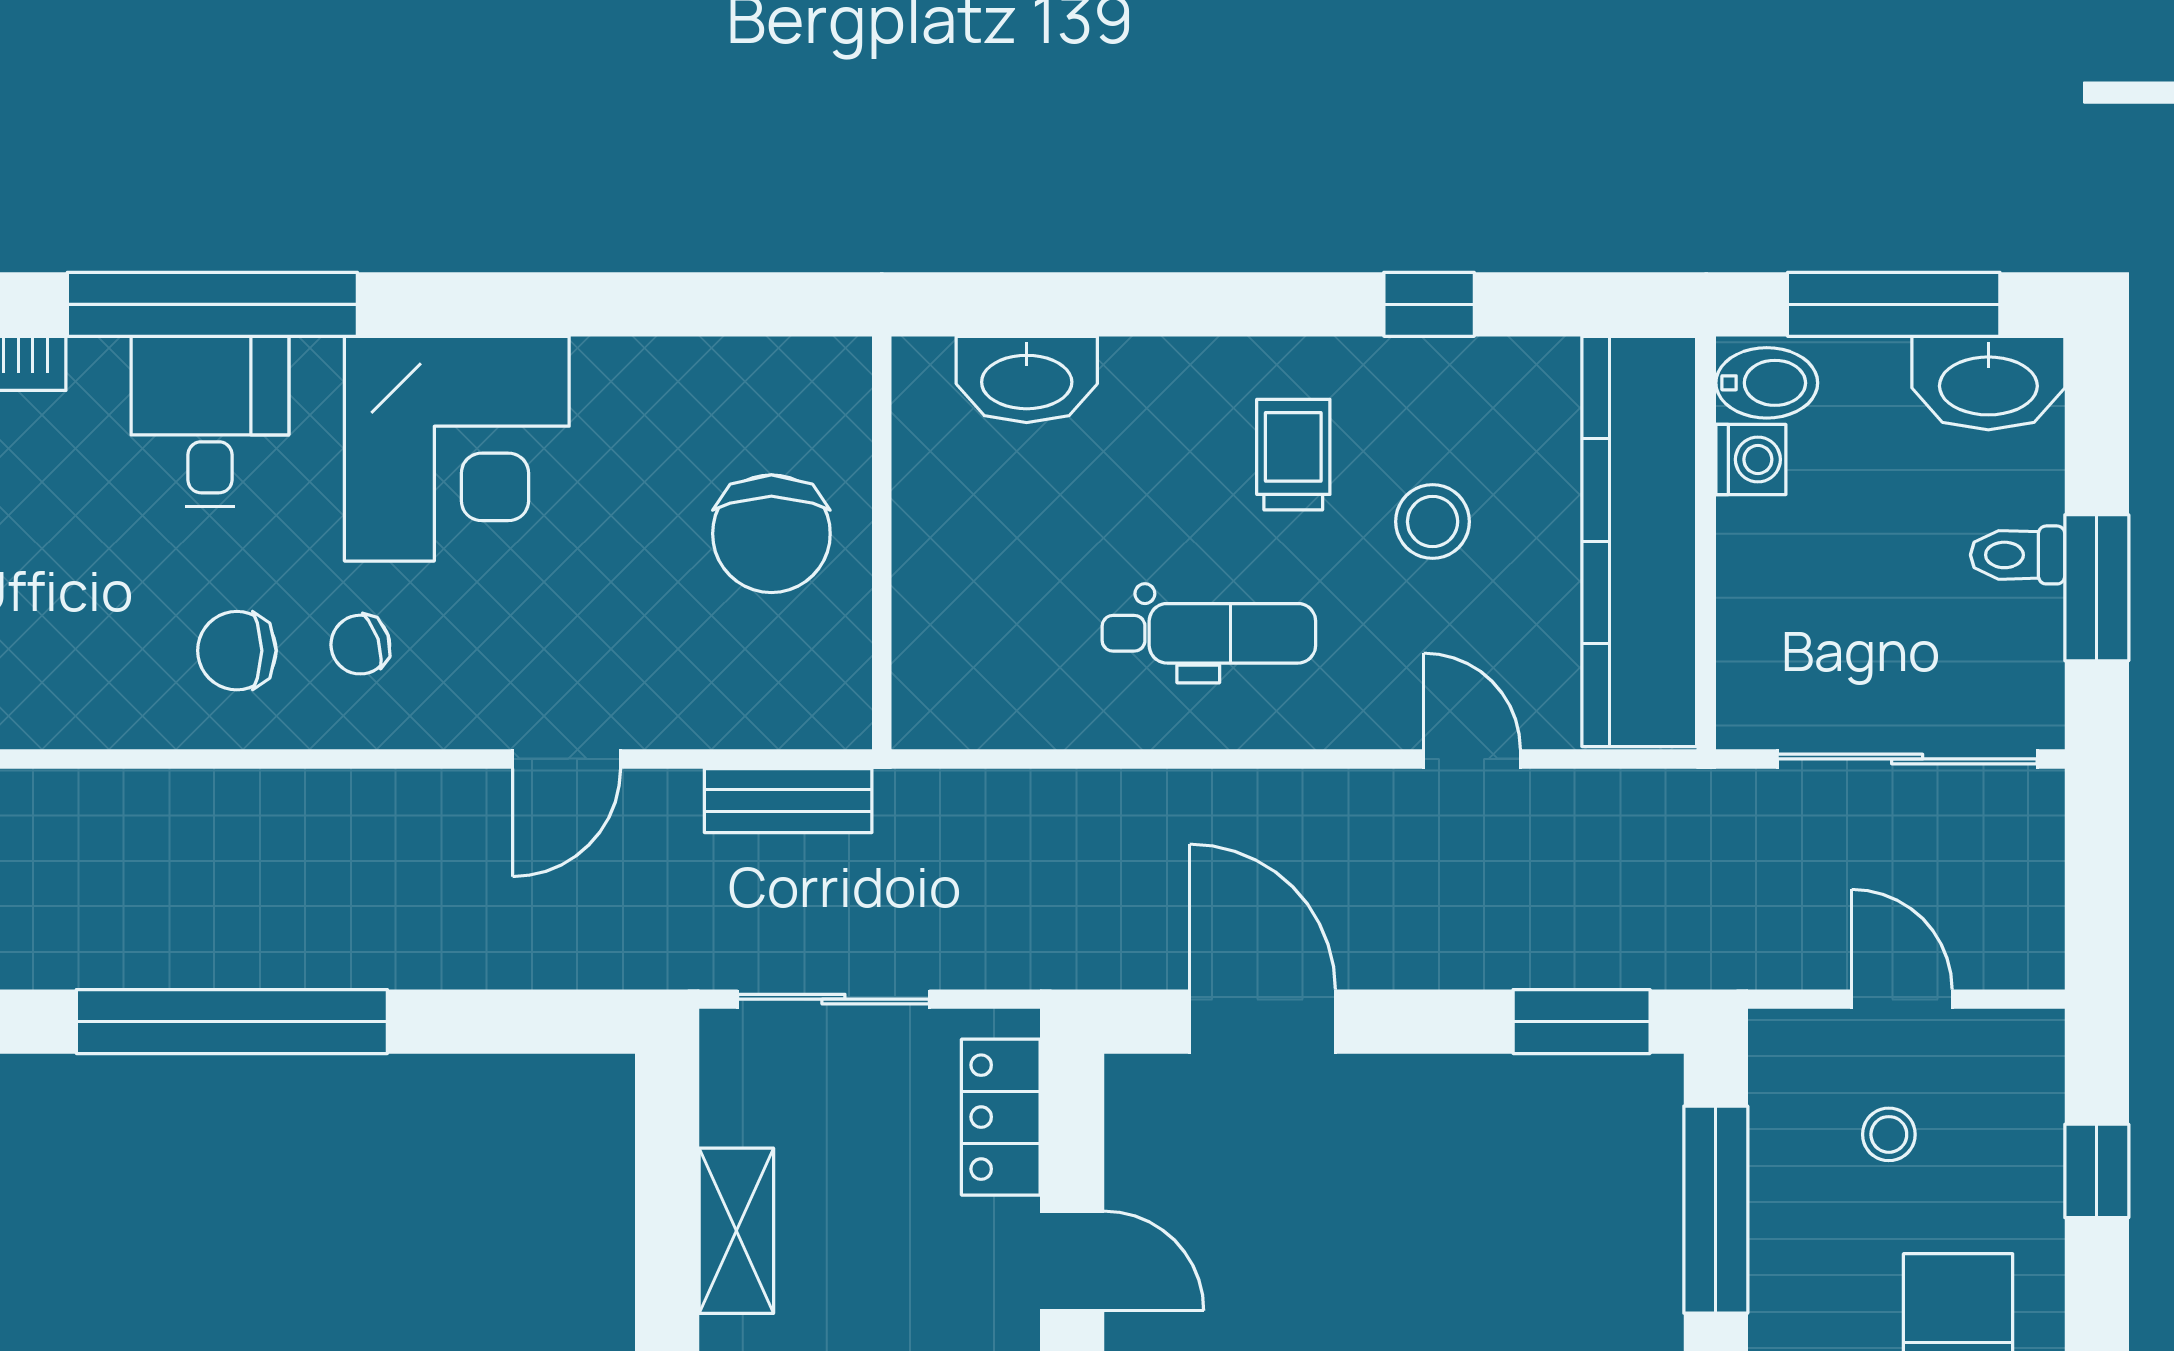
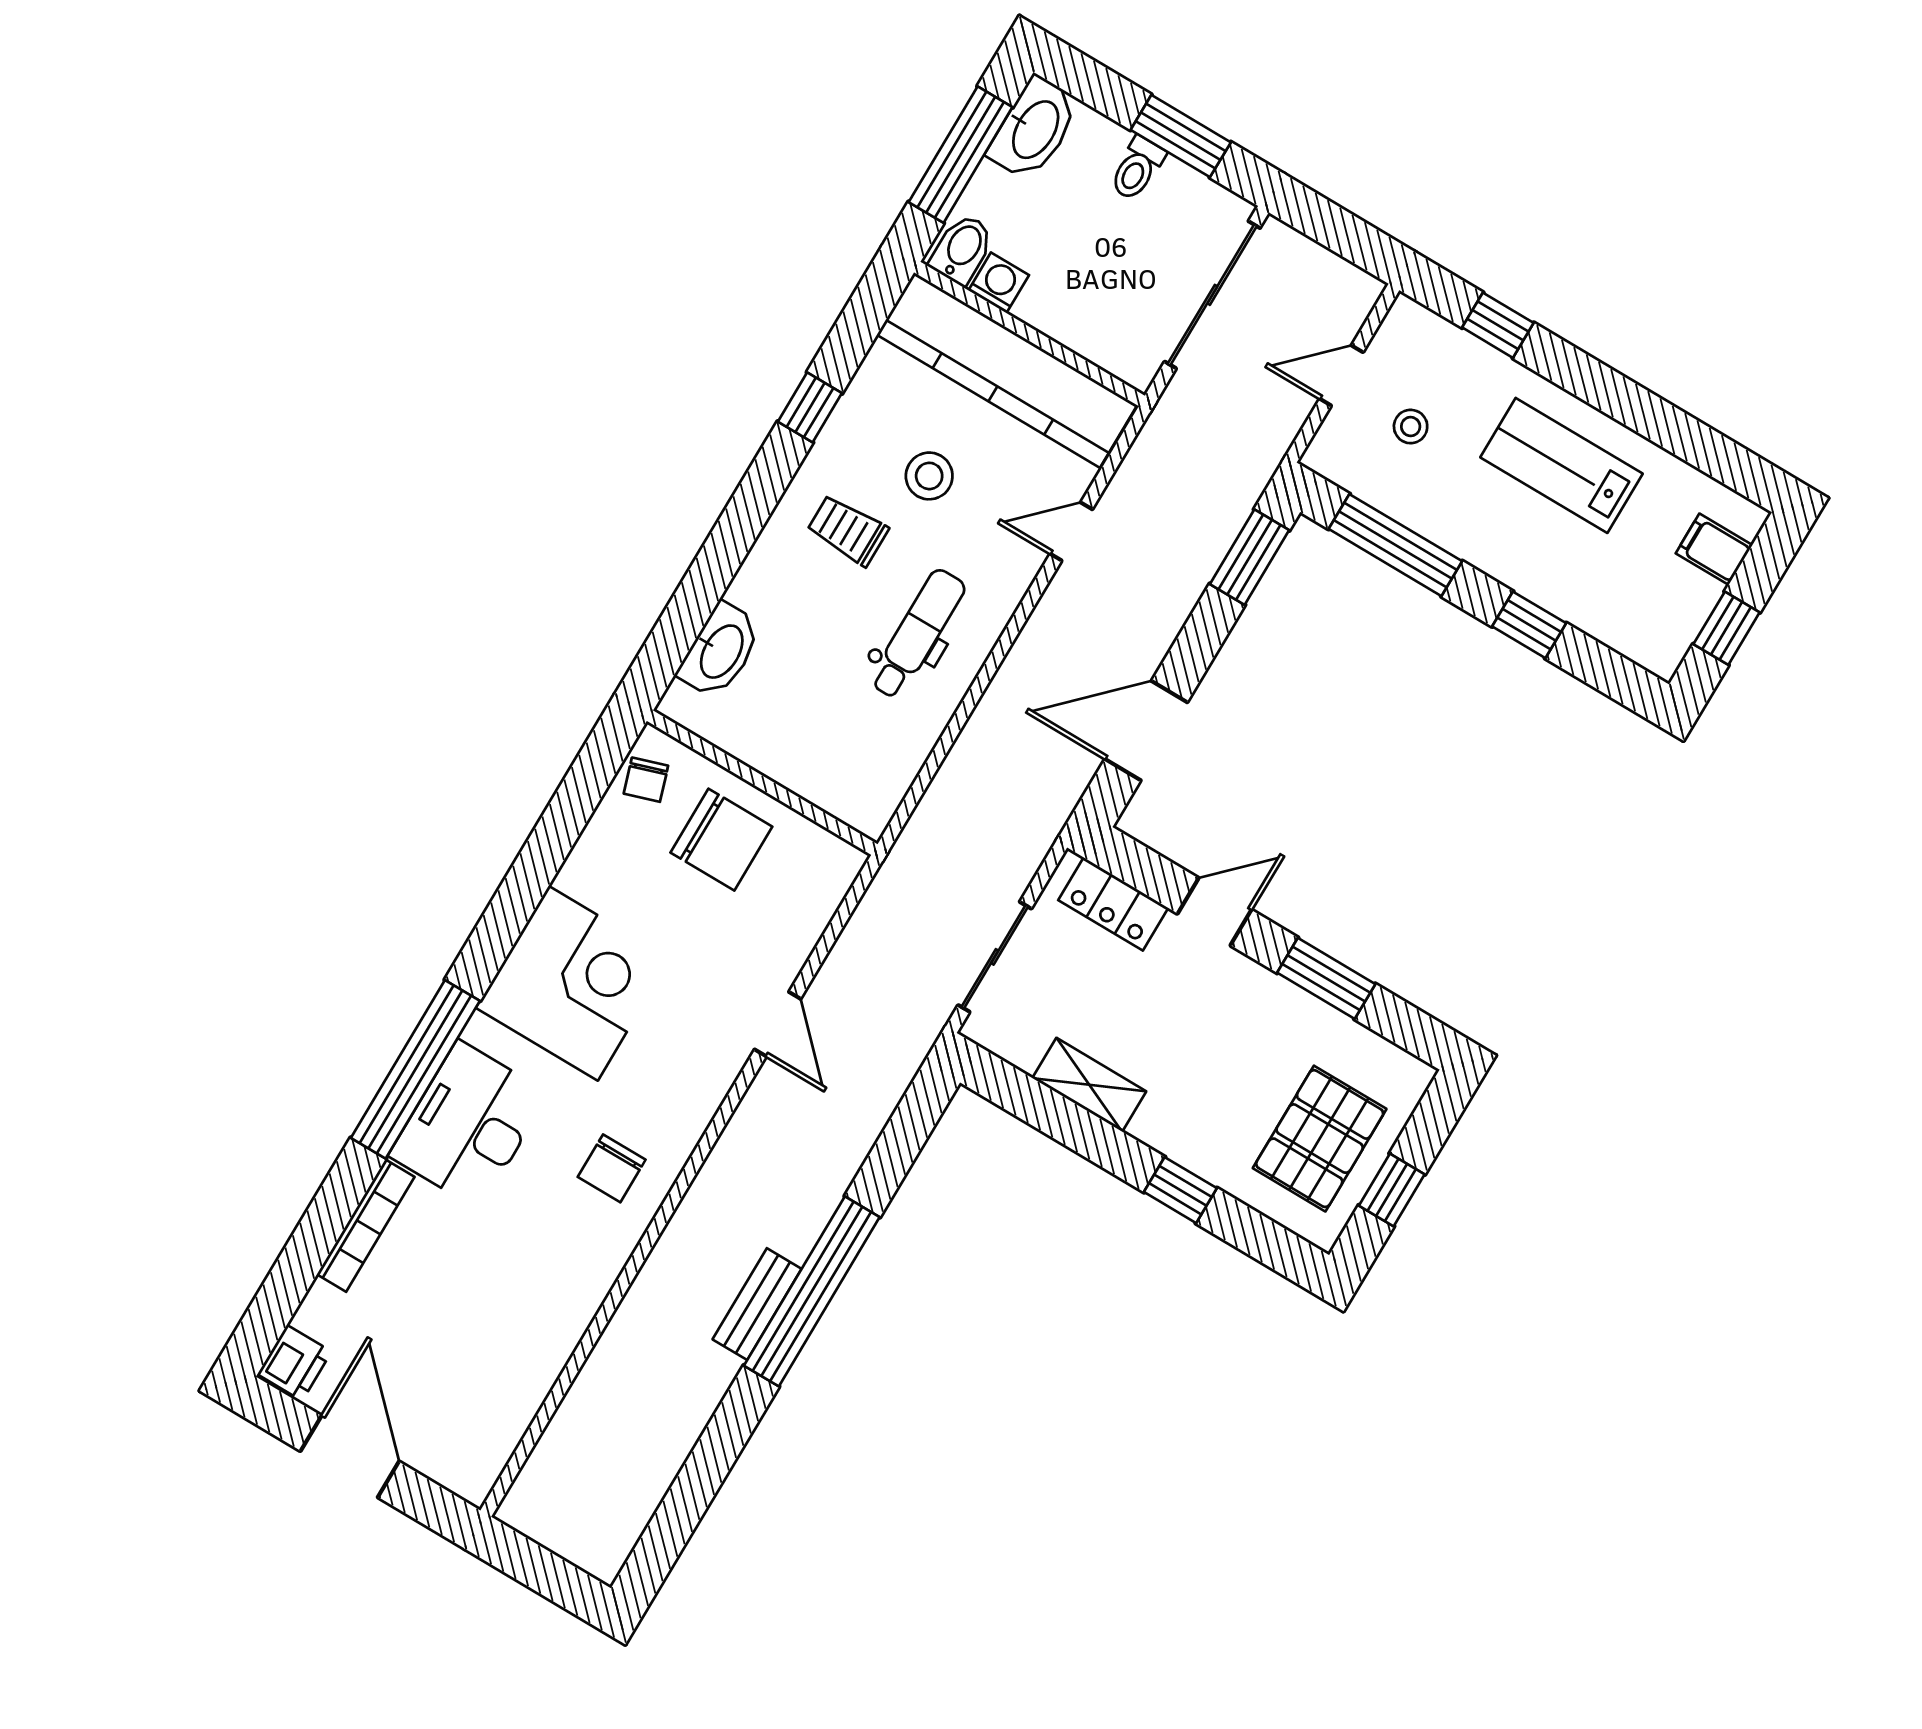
desk: (210, 421) -> (469, 1125), width x1.37
chair: (360, 645) -> (646, 780), moved
bench: (788, 801) -> (757, 1304), moved

